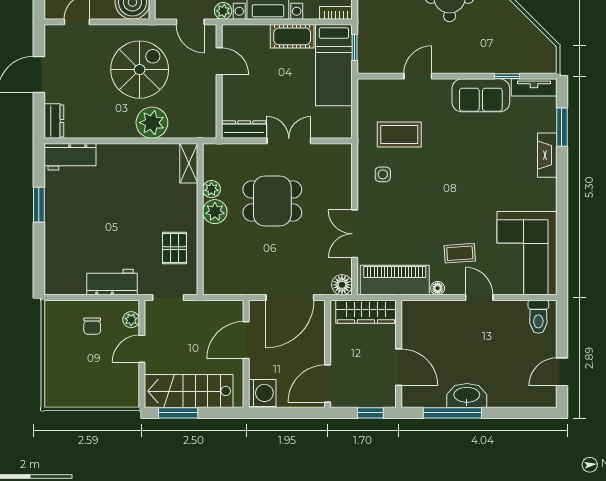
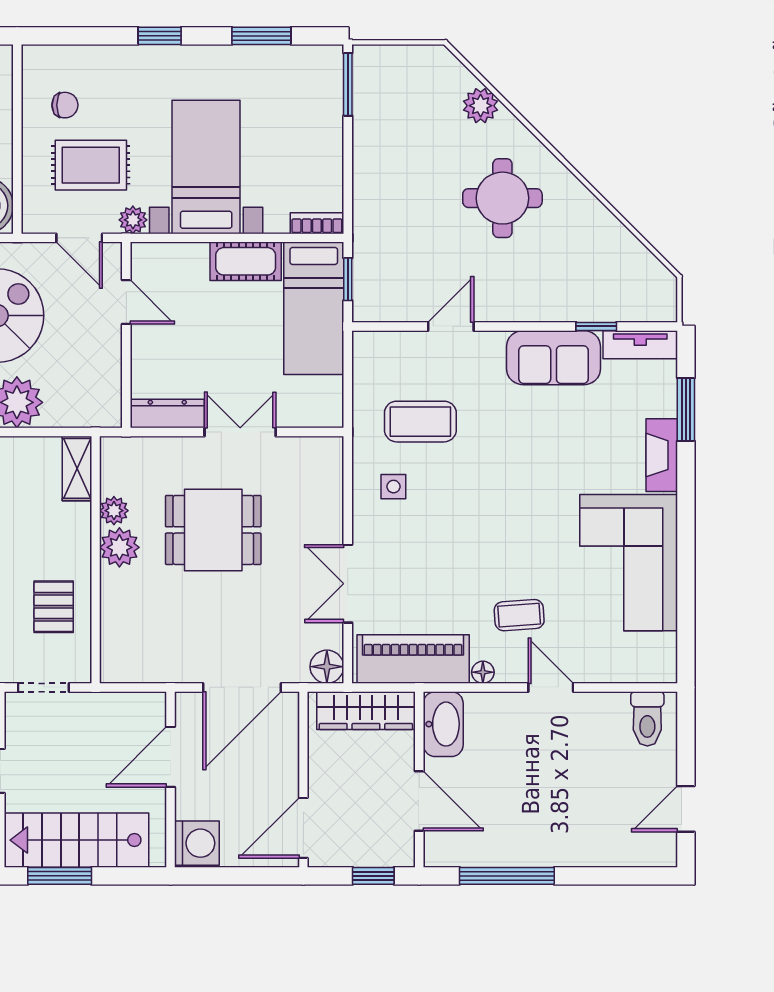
corner sofa: (527, 253) -> (629, 563), moved
washbasin: (467, 396) -> (443, 724), moved, turned 90

